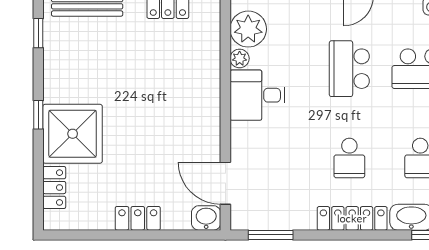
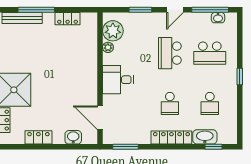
desk: (257, 95) -> (118, 80), moved
locker: (138, 218) -> (38, 137), moved
washbasin: (206, 218) -> (73, 137), moved

